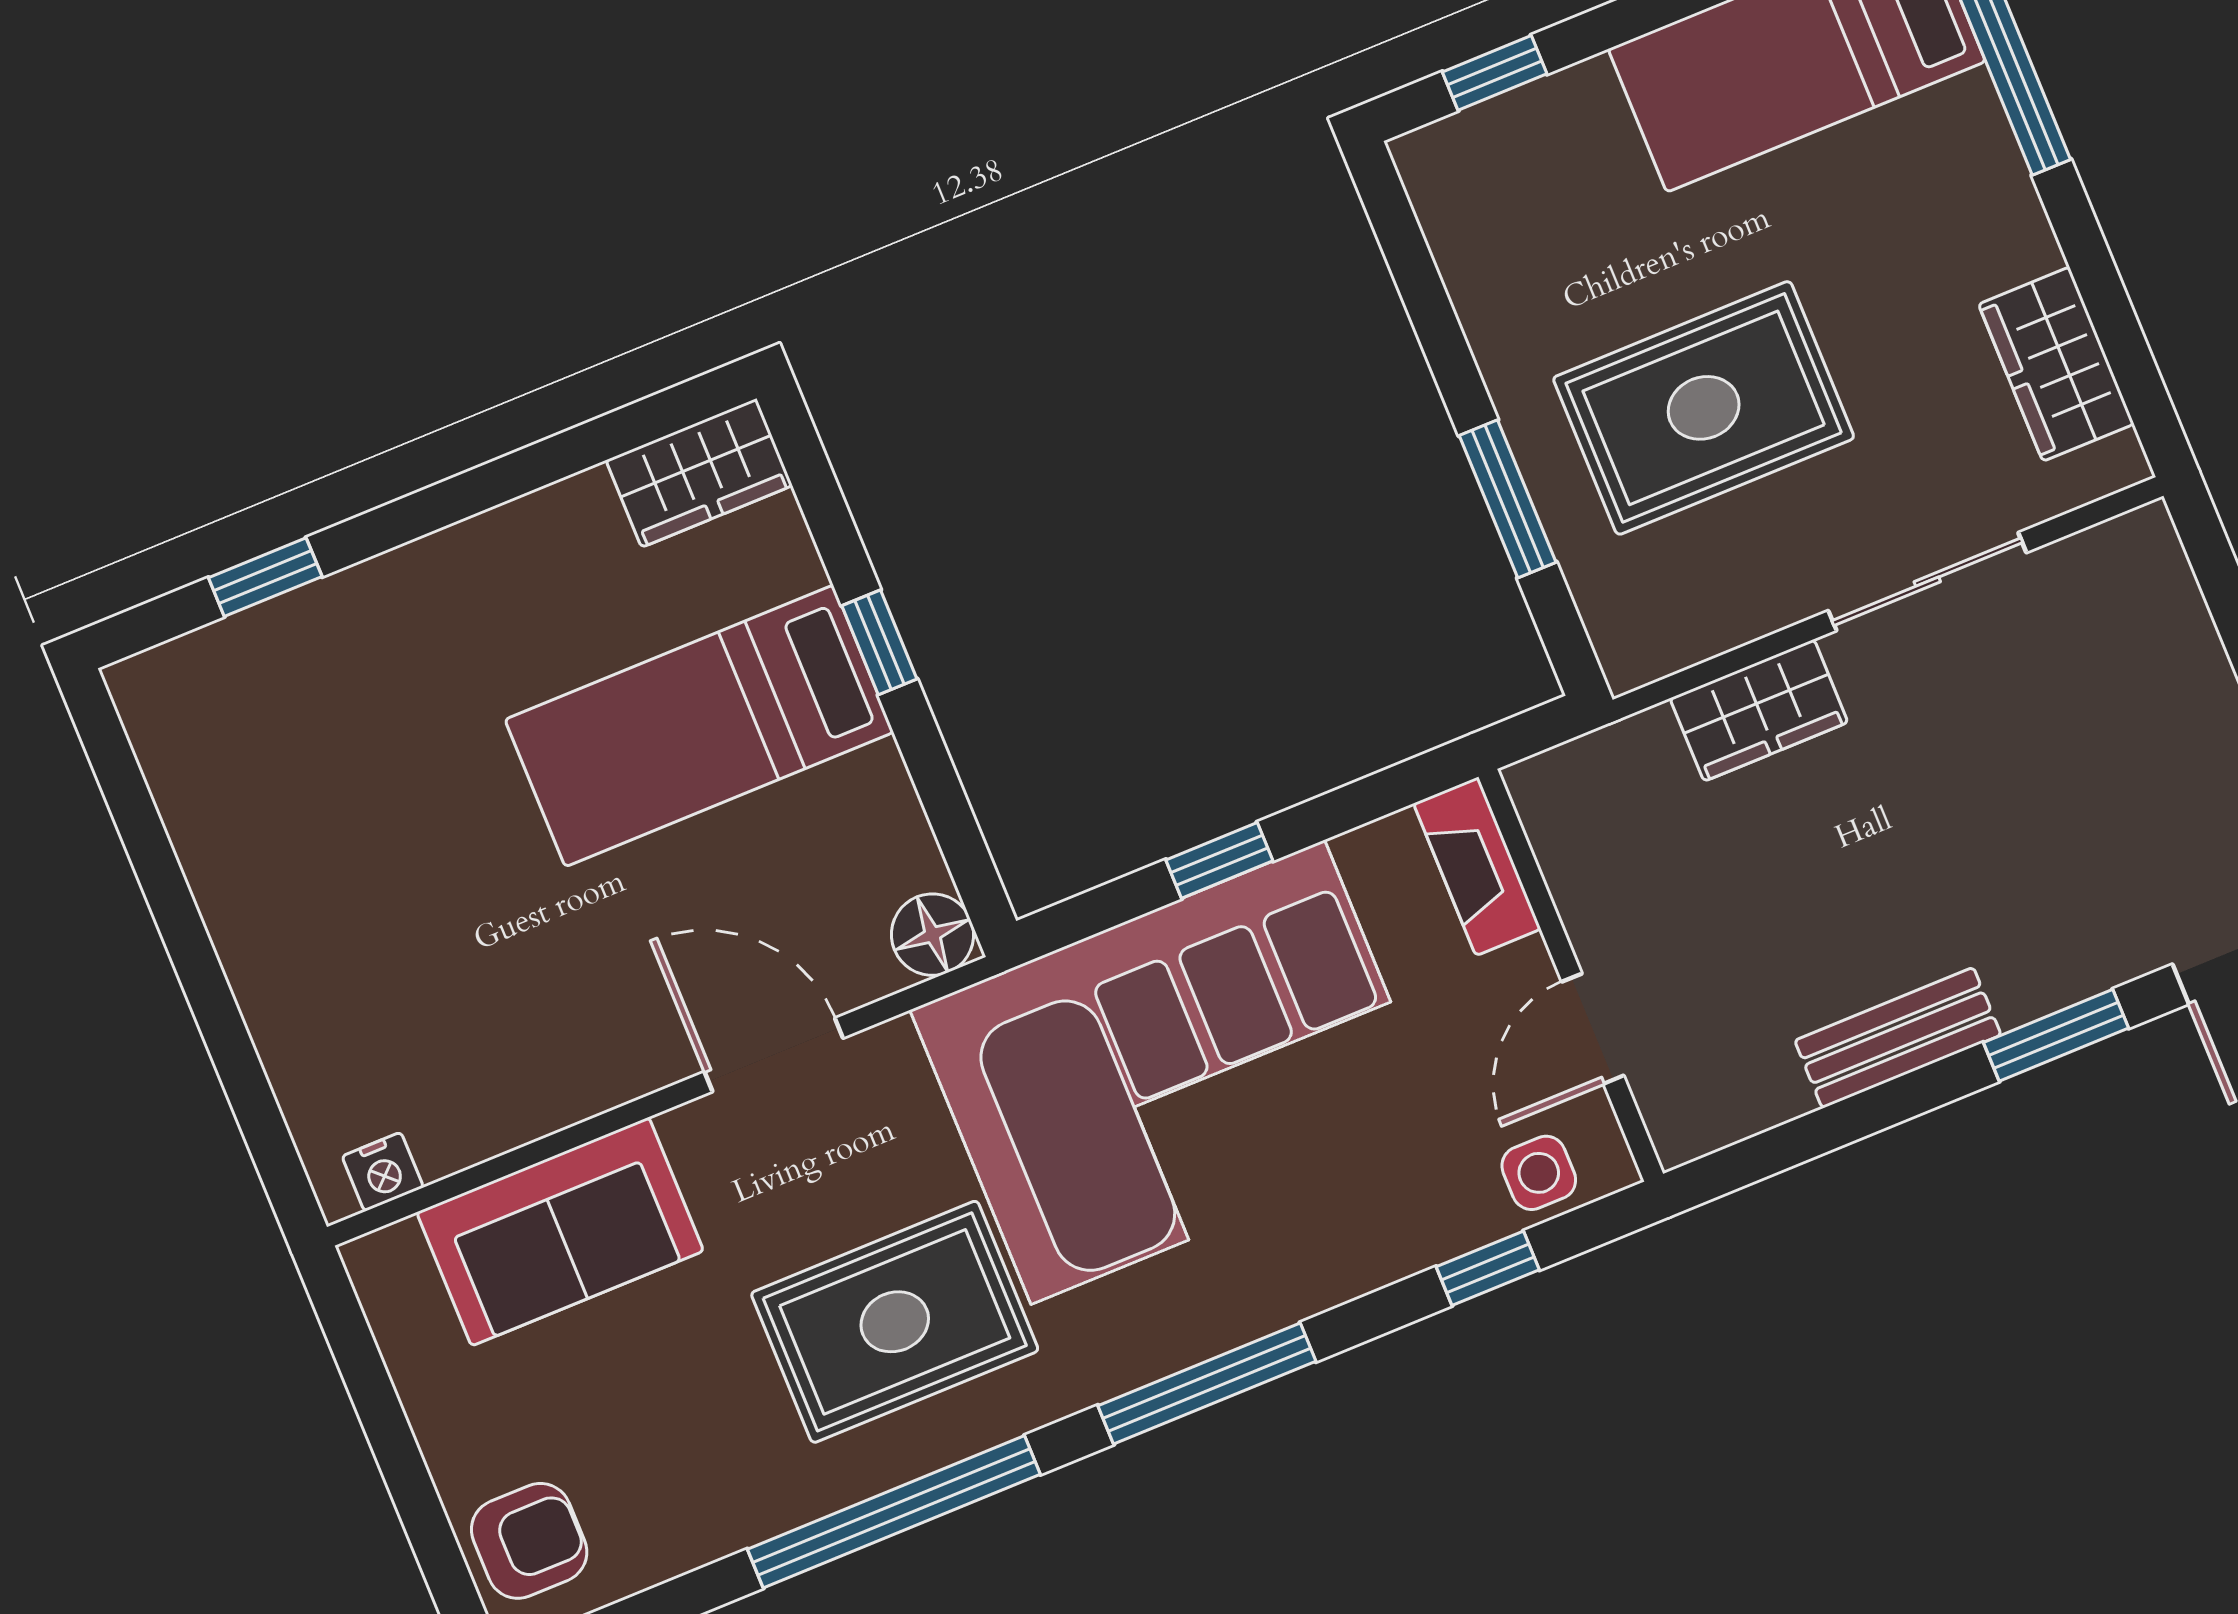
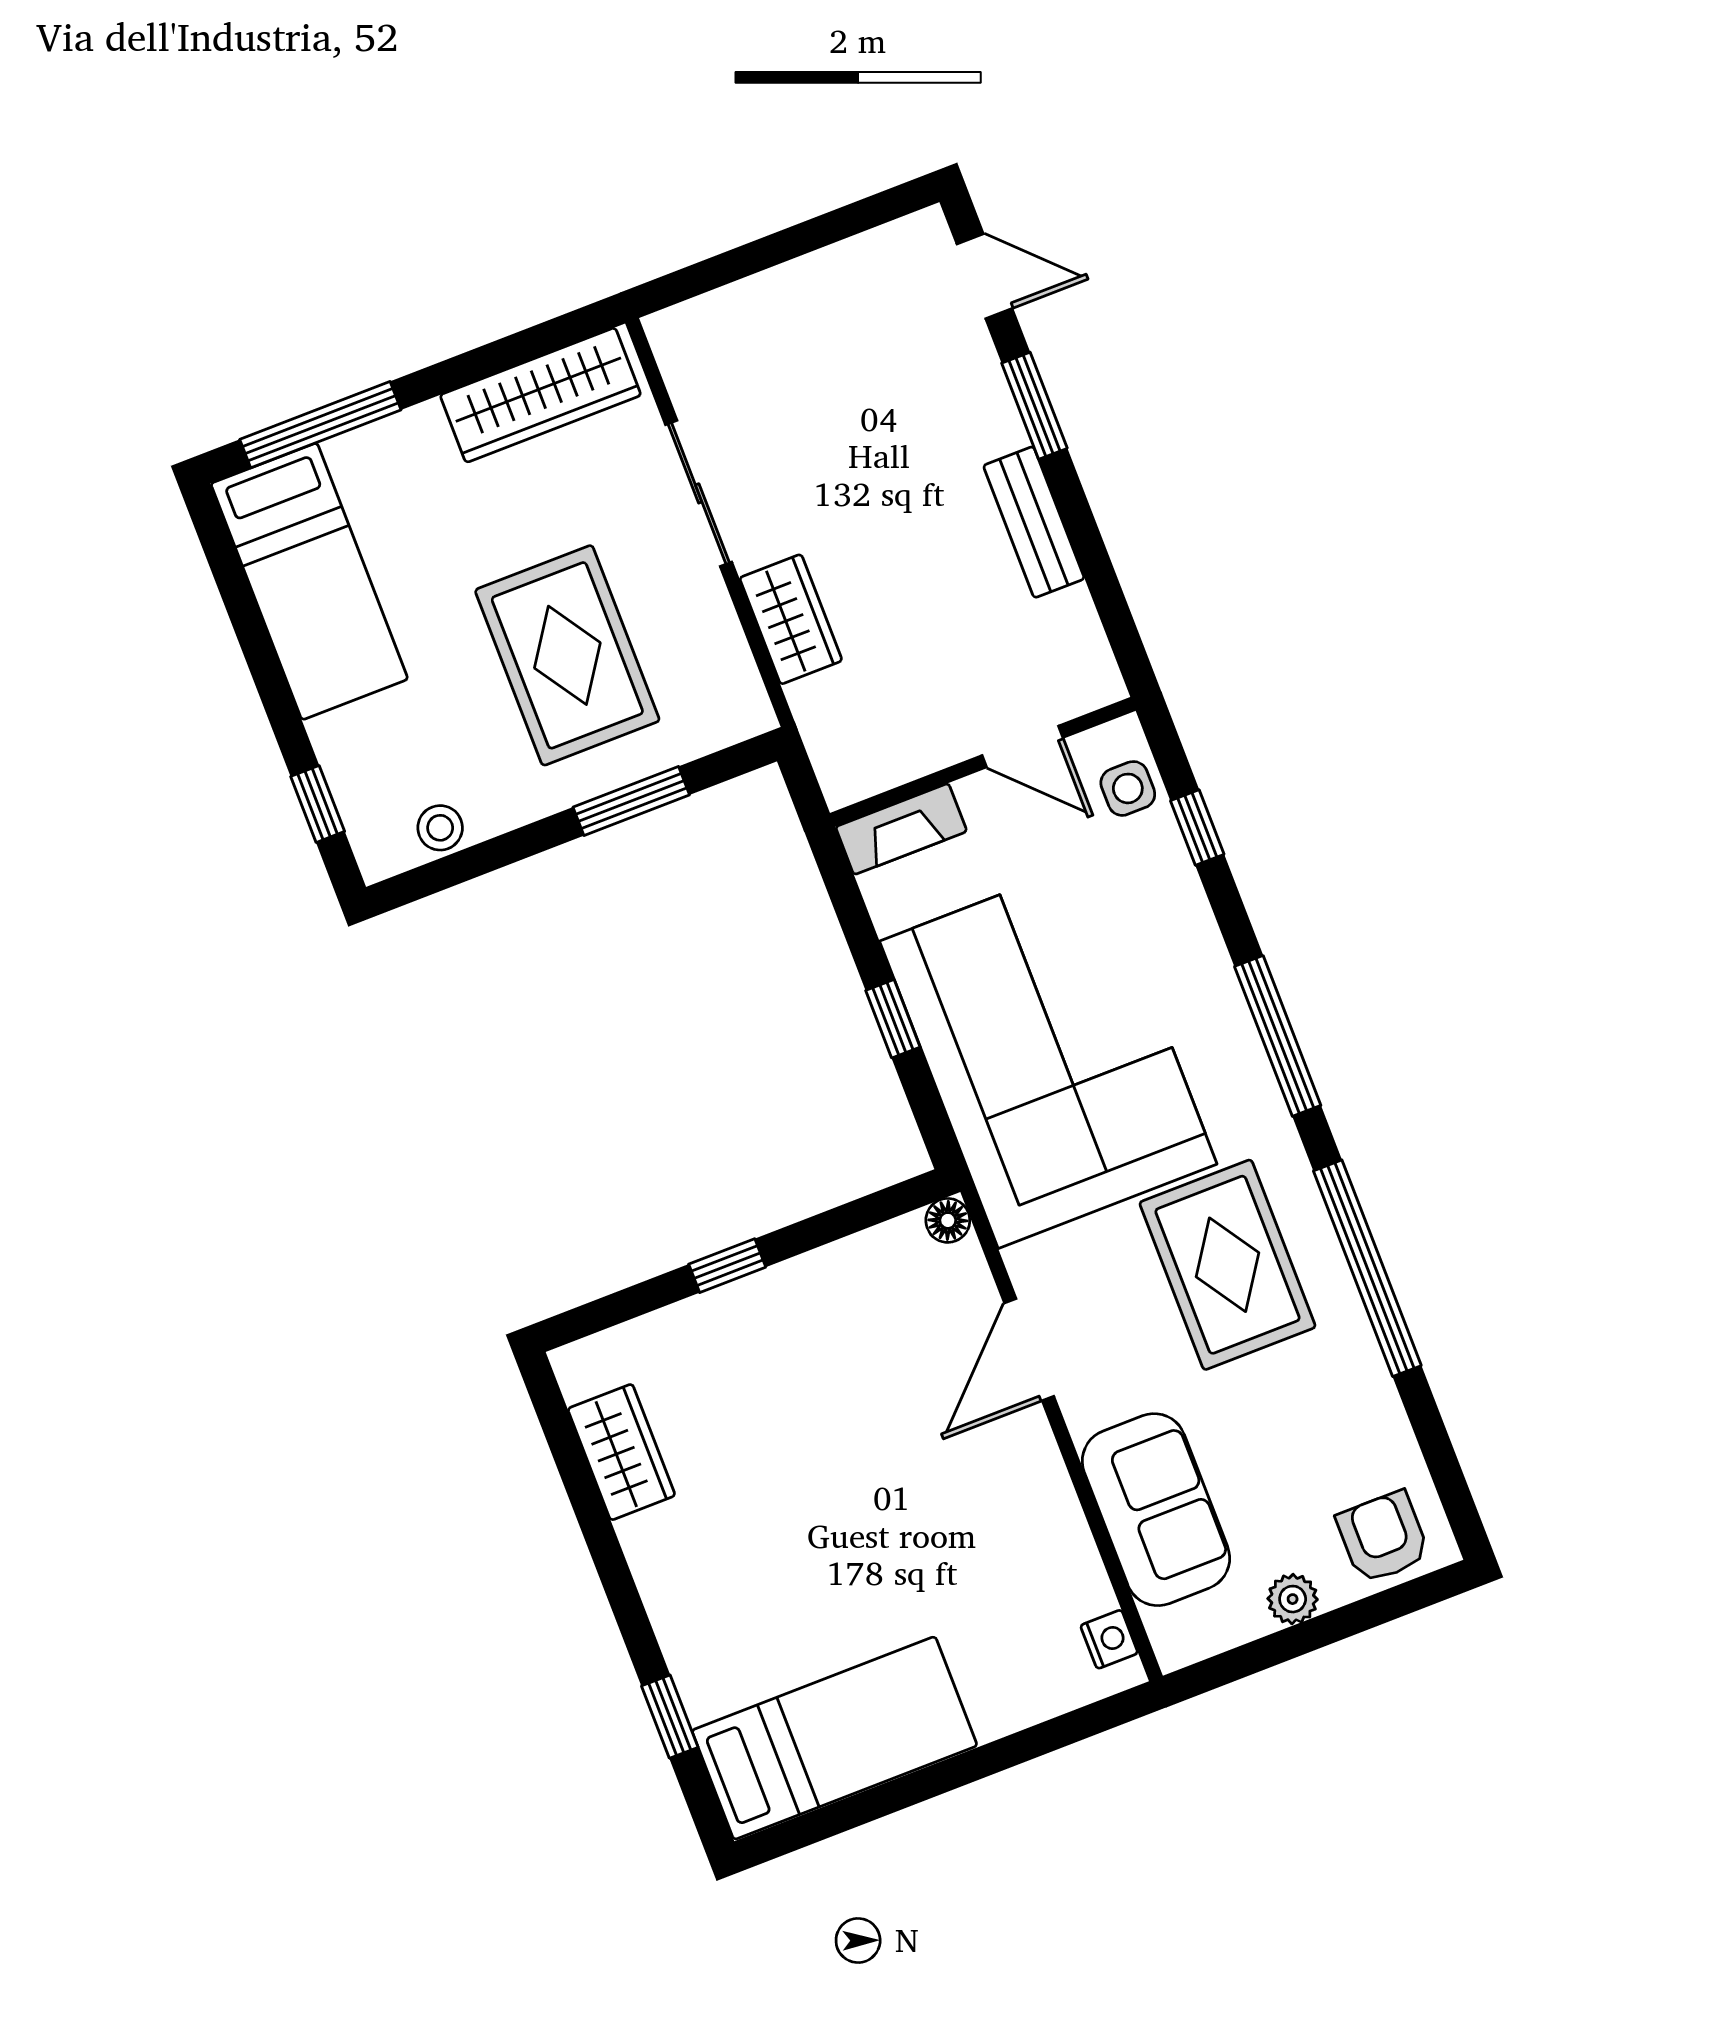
stool: (1466, 240) -> (440, 828), added
wardrobe: (2056, 364) -> (541, 395), width x1.50
wardrobe: (699, 473) -> (621, 1452), moved
bed: (699, 726) -> (835, 1738), moved, turned -90
floor lamp: (932, 935) -> (948, 1220), width x0.73, depth x0.73
plant: (443, 1420) -> (1293, 1599), added

